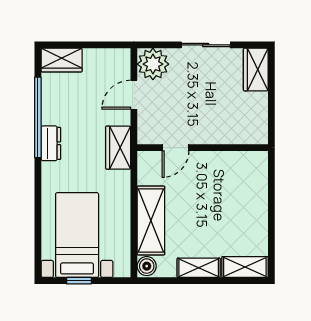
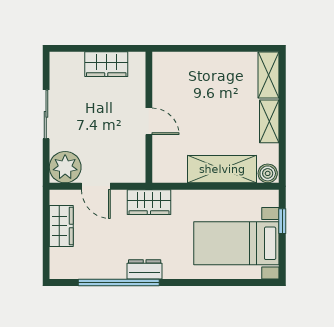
wardrobe: (62, 60) -> (61, 226), moved
wardrobe: (256, 70) -> (106, 64), moved
door: (176, 148) -> (149, 121), moved
window: (79, 281) -> (282, 221), moved

